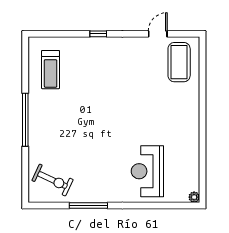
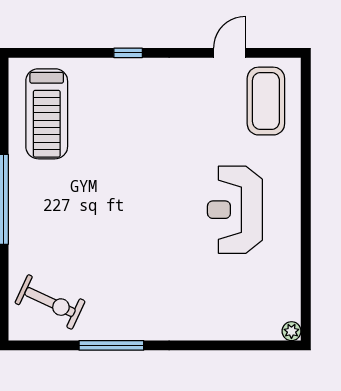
treadmill: (51, 70) -> (47, 114), width x1.37, depth x1.38
reception desk: (147, 171) -> (235, 210), moved

